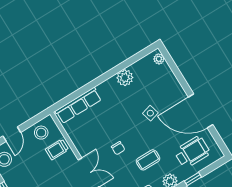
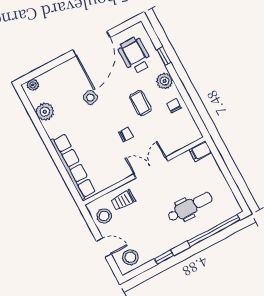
plant: (125, 78) -> (45, 112), moved
row of seats: (78, 105) -> (73, 166), width x1.36
trolley: (57, 149) -> (123, 200), turned 90

